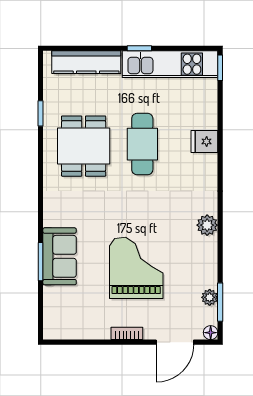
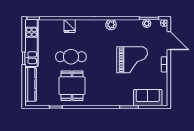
dining table: (84, 146) -> (72, 86), turned 90
sofa: (60, 256) -> (148, 98), moved
grand piano: (136, 268) -> (132, 60), turned 180

